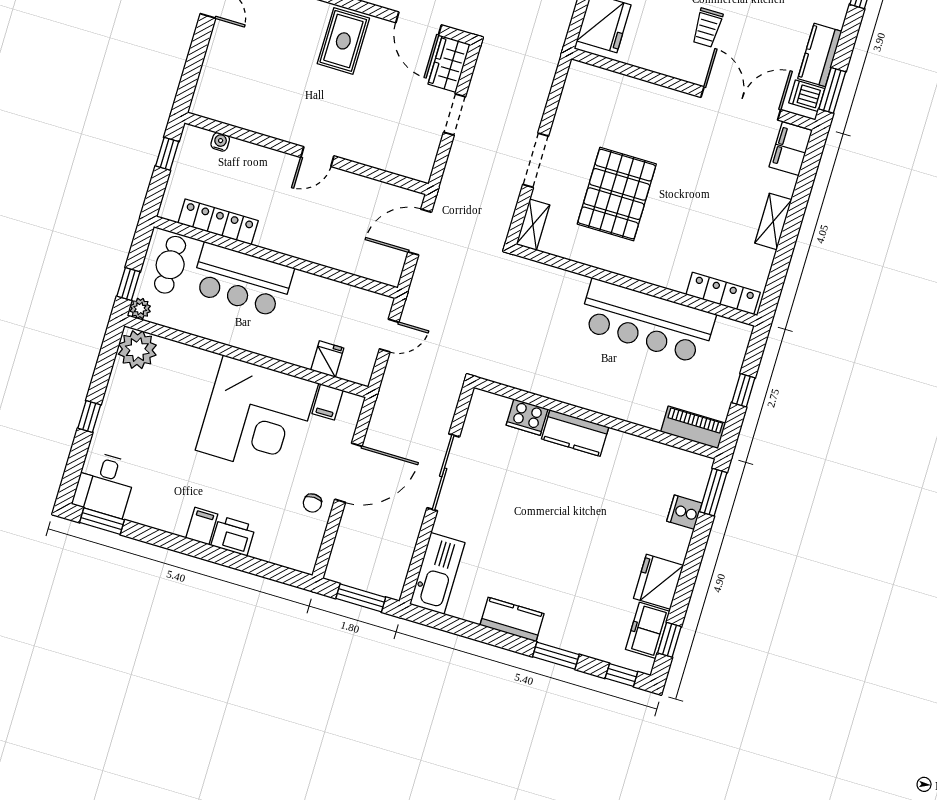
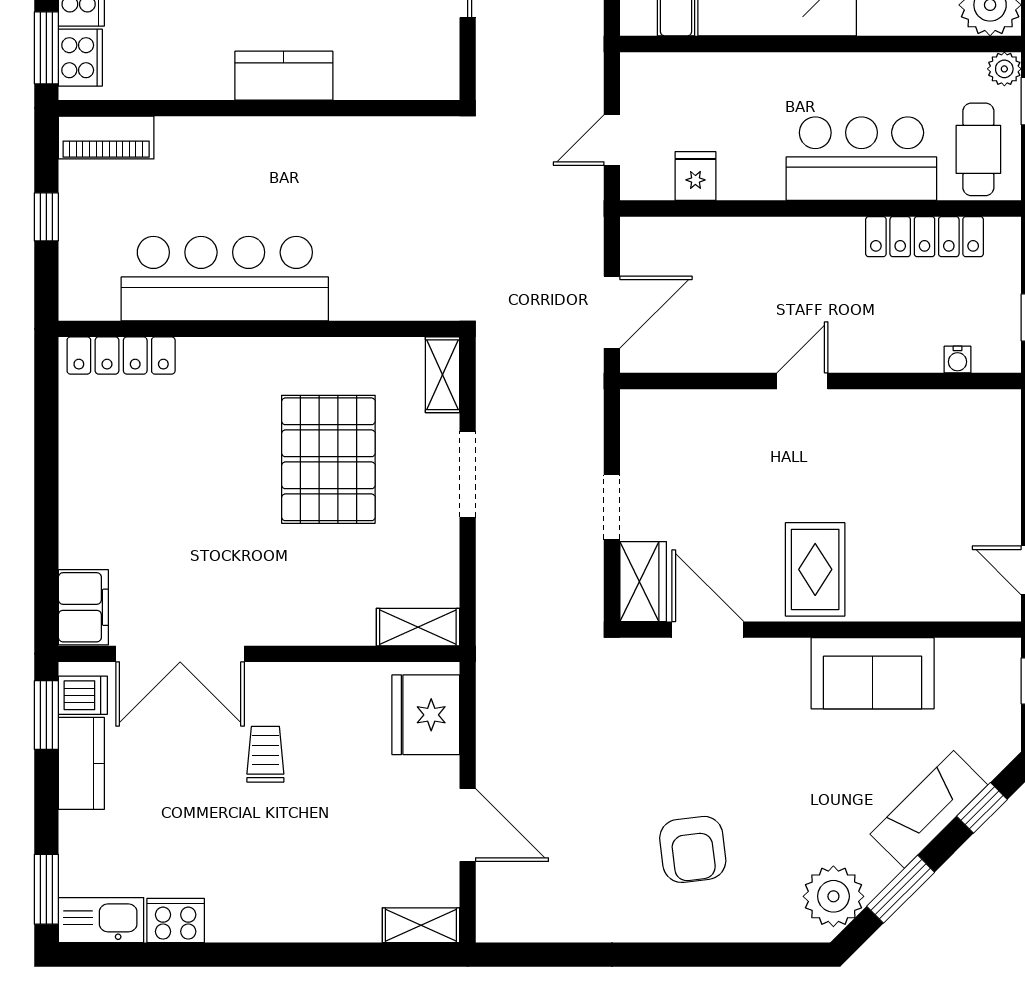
shelving: (773, 221) -> (418, 627), moved, turned 90
fridge: (327, 359) -> (695, 176), moved, turned 180
cooker: (527, 417) -> (80, 58), moved, turned 90

